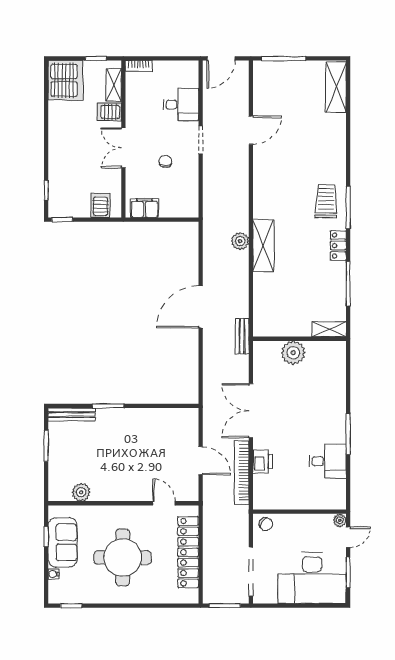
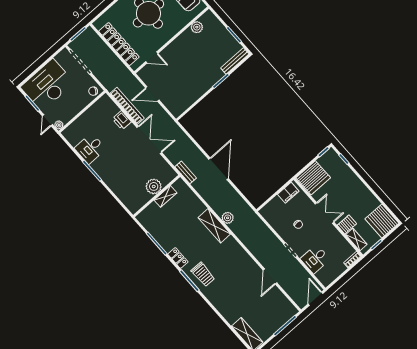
server rack: (100, 205) -> (313, 178), width x2.18, depth x1.44
shelving: (329, 329) -> (165, 196), moved

